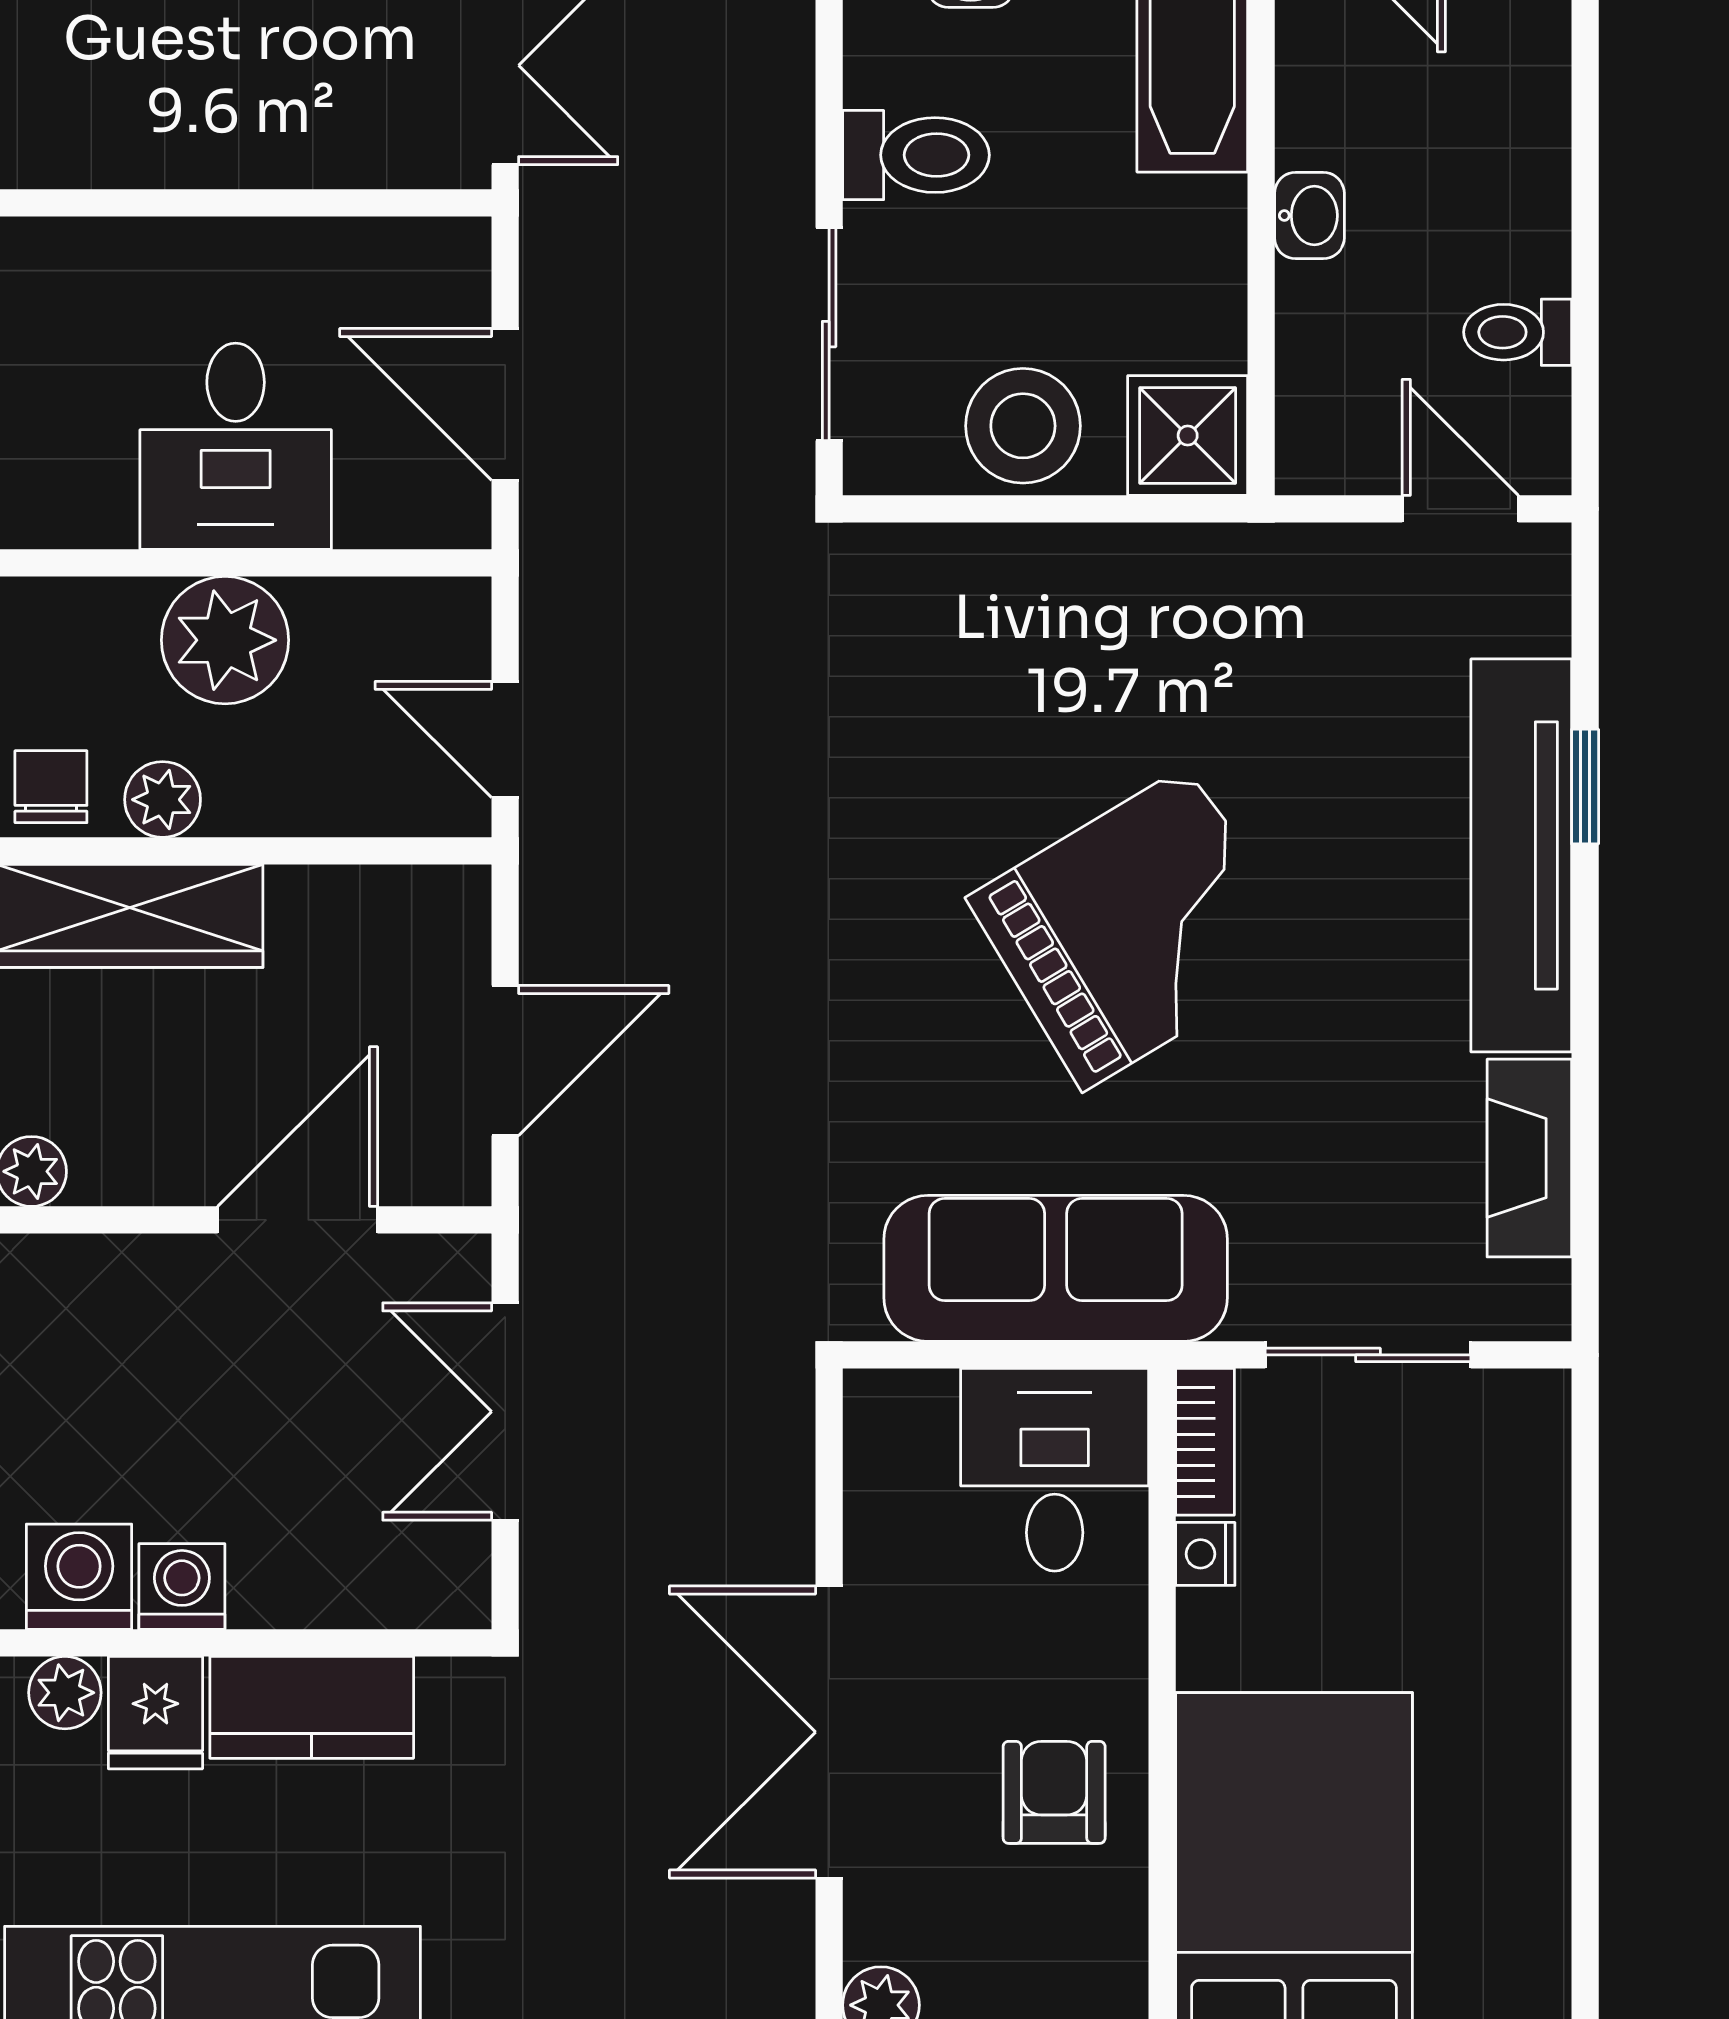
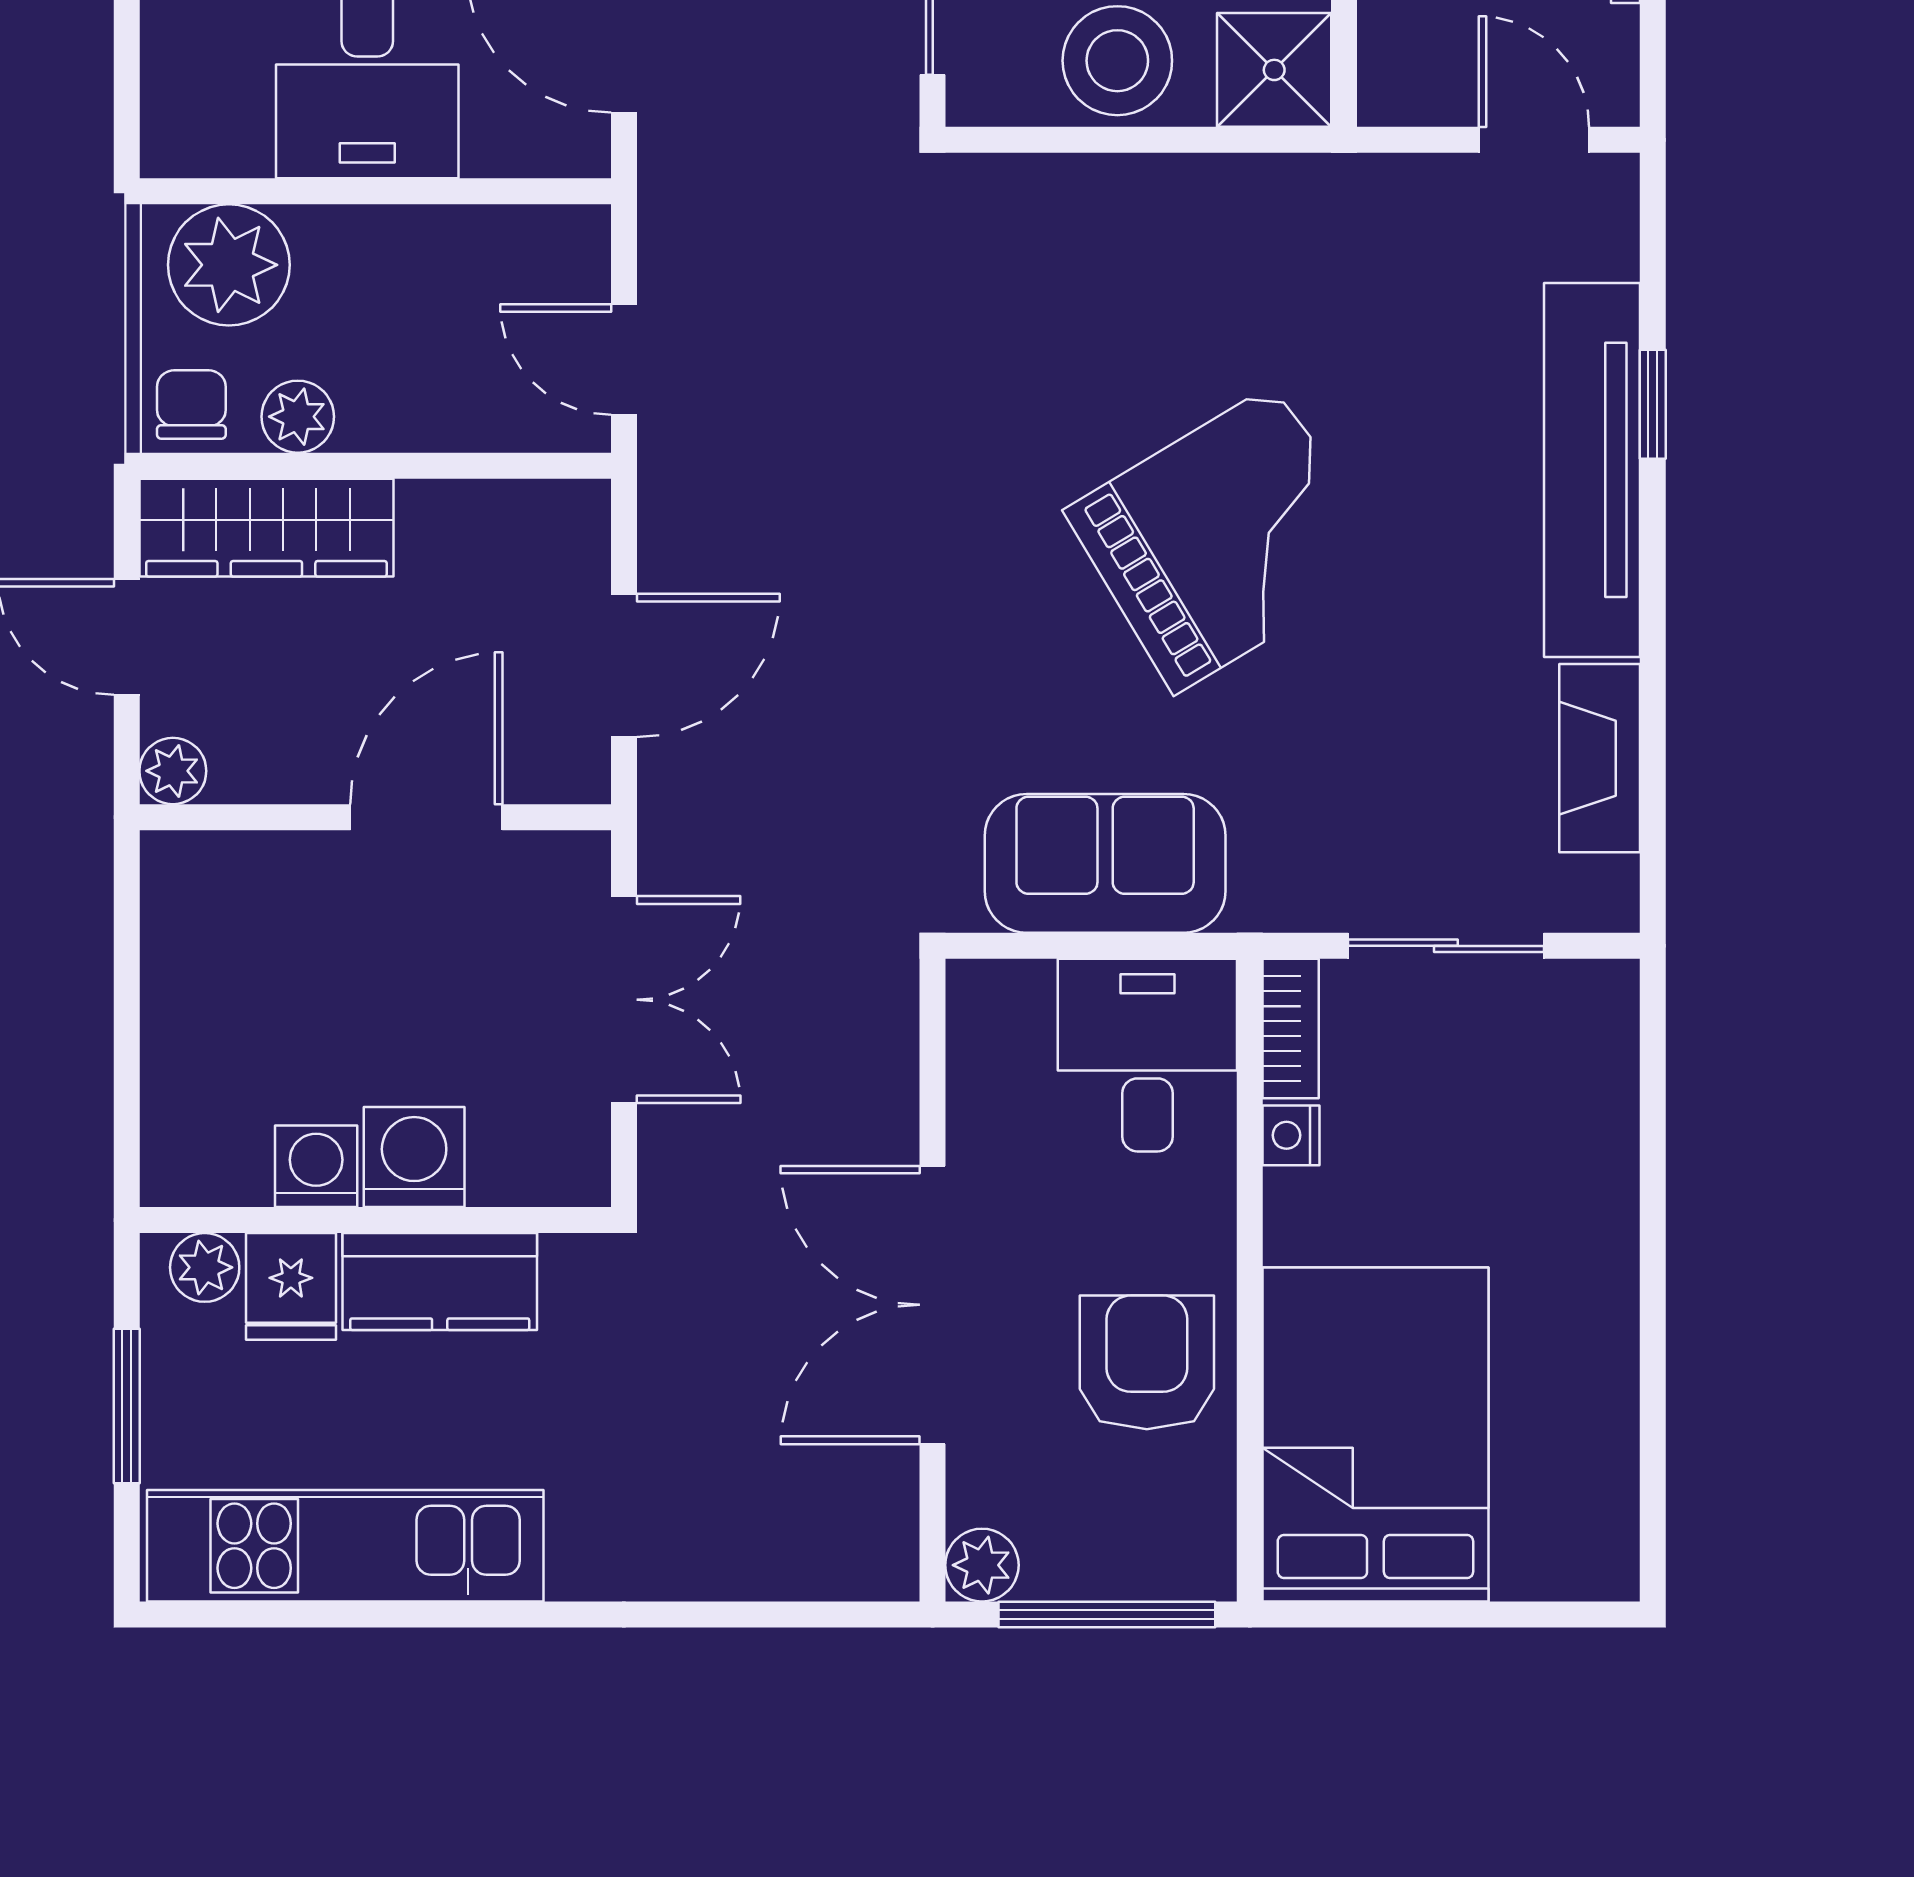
plant: (225, 640) -> (229, 265), moved
sofa: (1056, 1268) -> (1105, 863), width x0.73
double door: (505, 1412) -> (624, 1000), swing flipped
washing machine: (79, 1577) -> (414, 1157), moved
armchair: (1054, 1792) -> (1147, 1362), width x1.38, depth x1.38

